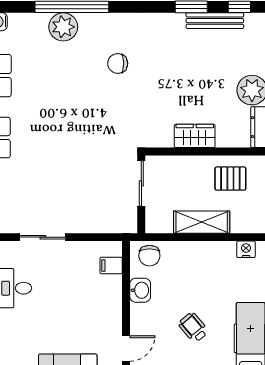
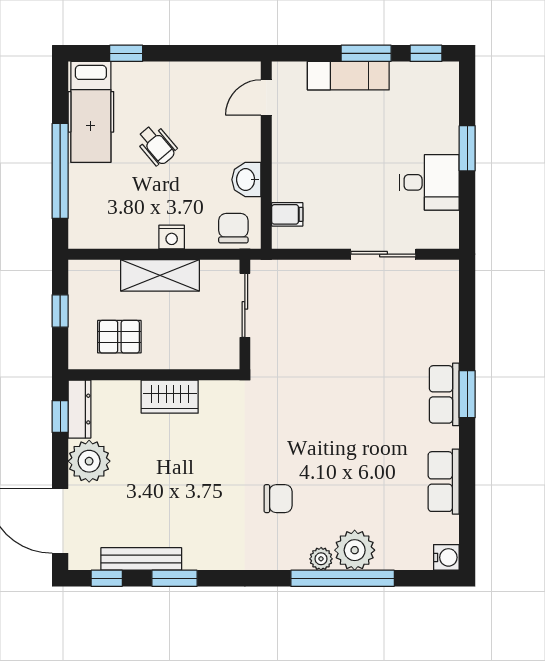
plant: (87, 21) -> (321, 559), added
sliding door: (141, 183) -> (245, 305), moved
nightstand: (246, 249) -> (172, 237), moved
wheelchair: (193, 327) -> (157, 145), moved

